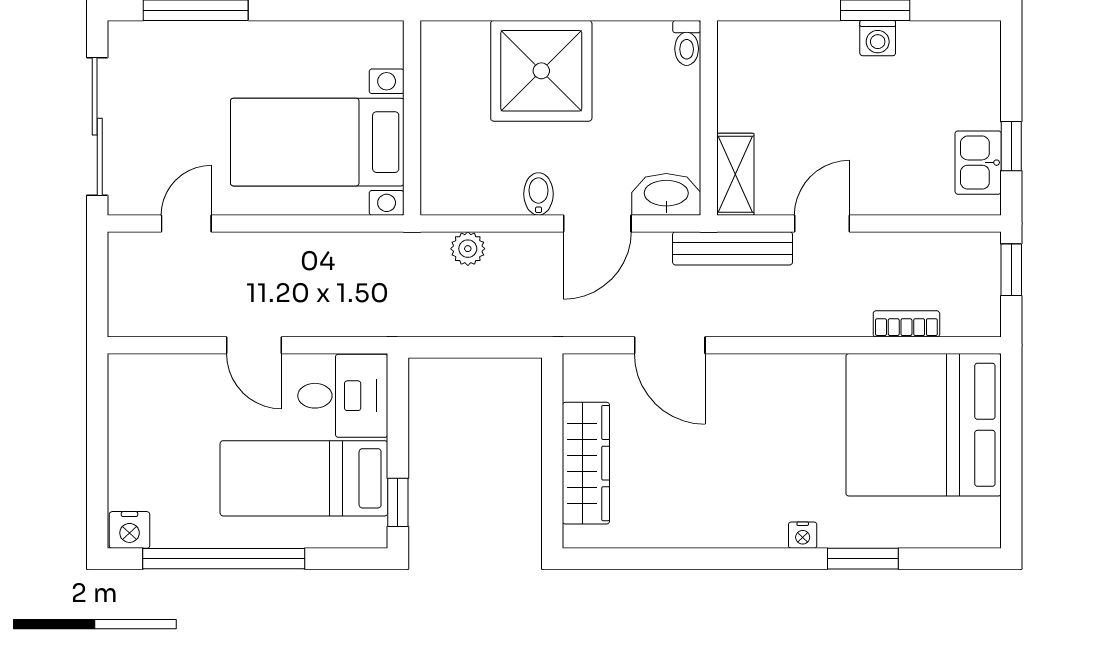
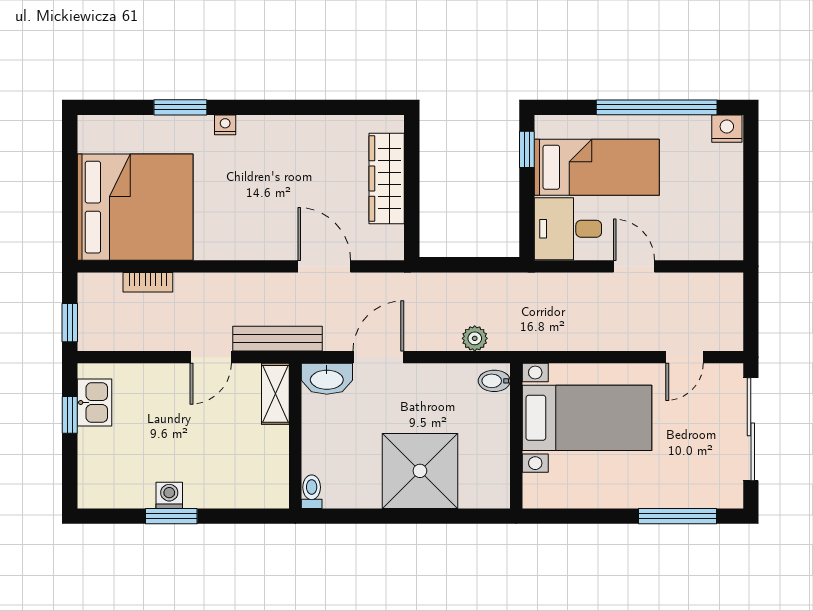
bidet: (538, 194) -> (494, 381), moved, turned 90

